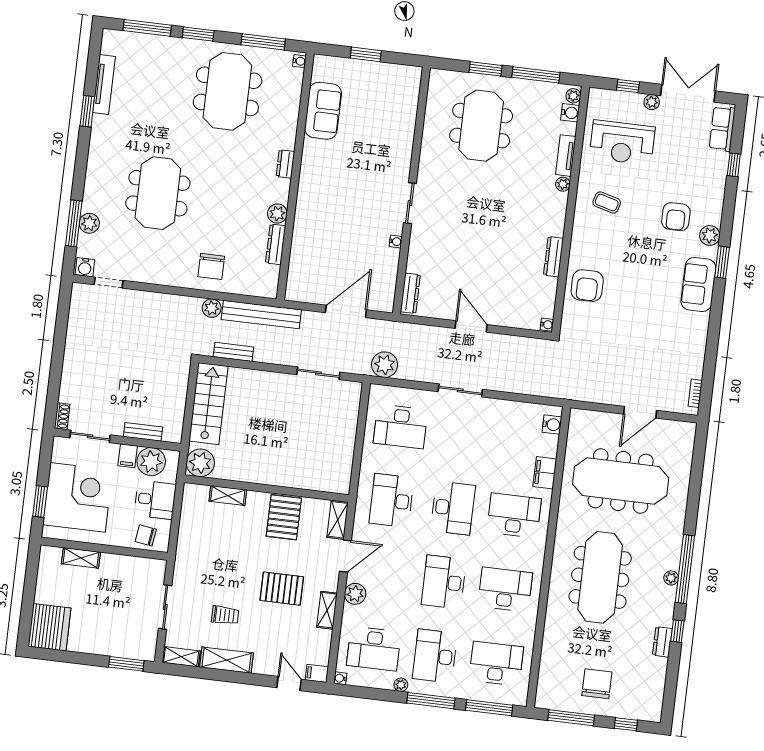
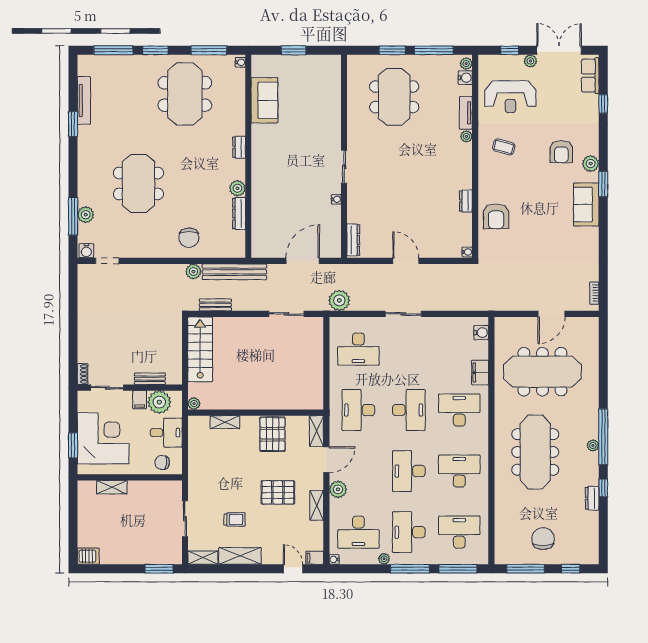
dresser: (554, 257) -> (466, 201), width x0.70
plant: (200, 463) -> (194, 404), width x0.53, depth x0.53
server rack: (49, 627) -> (88, 556), width x0.46, depth x0.70

